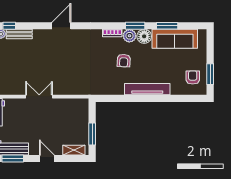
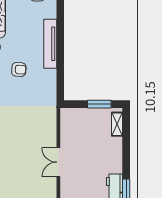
door: (47, 159) -> (126, 154), removed

